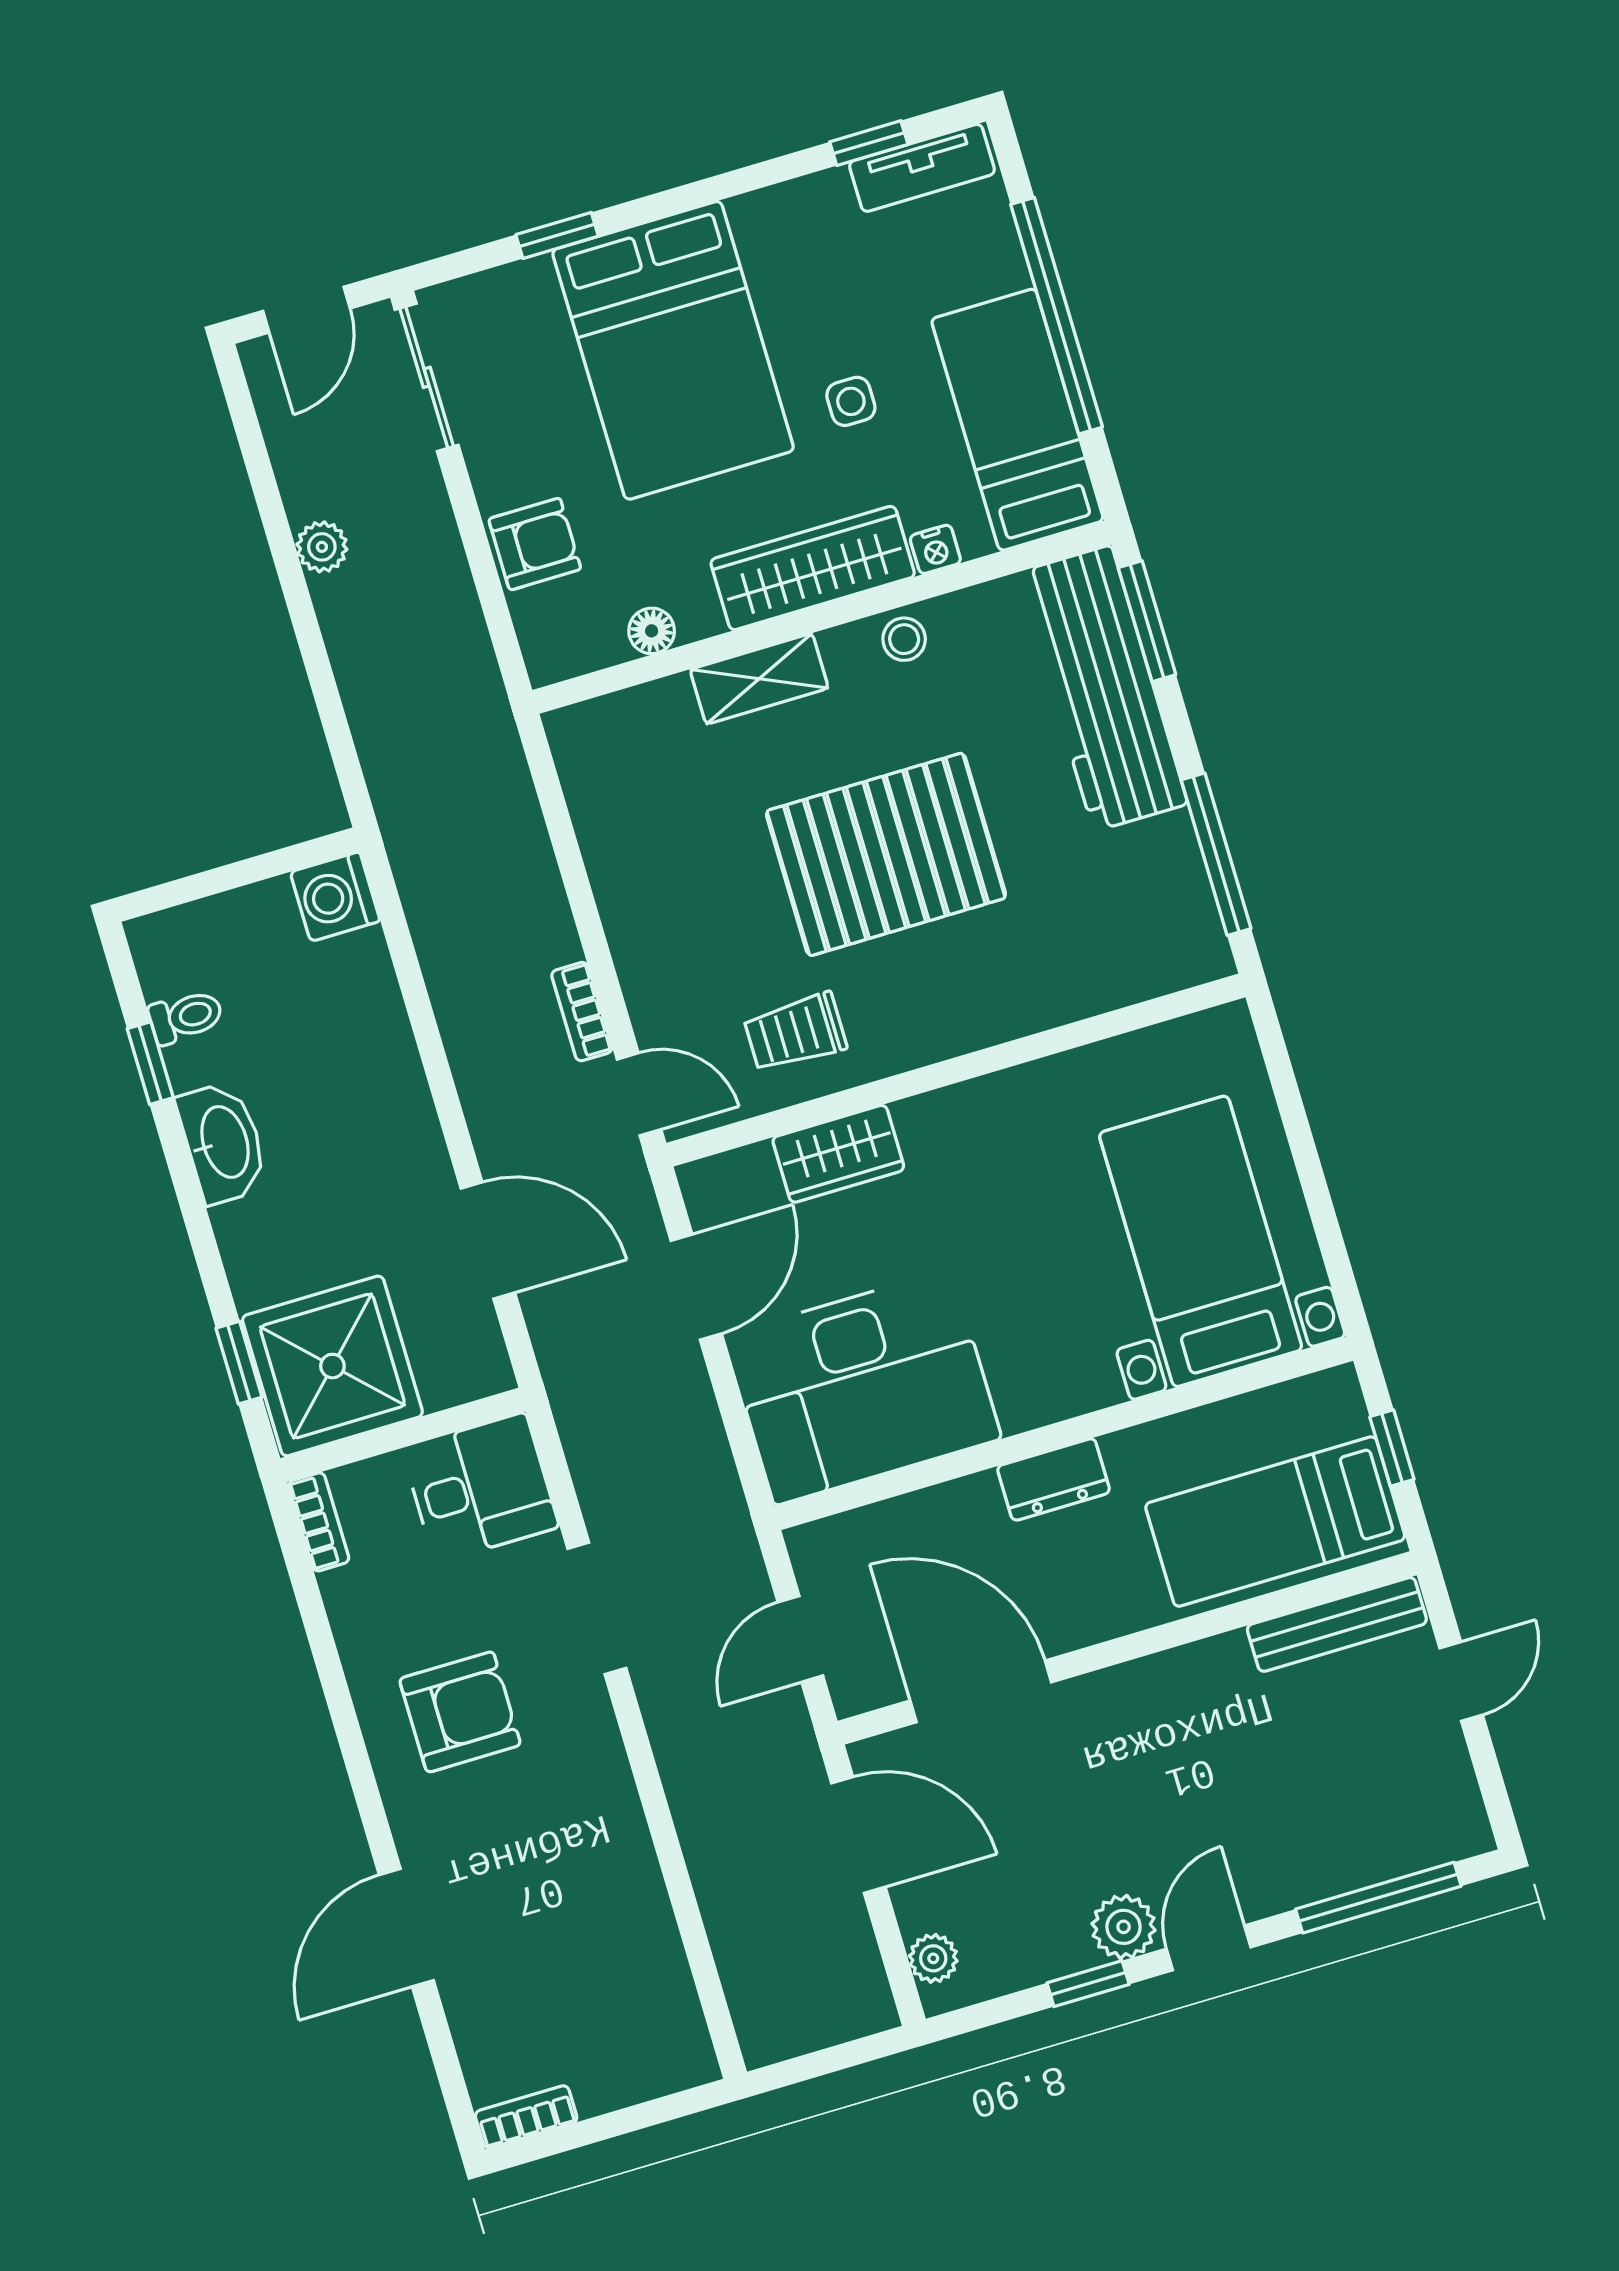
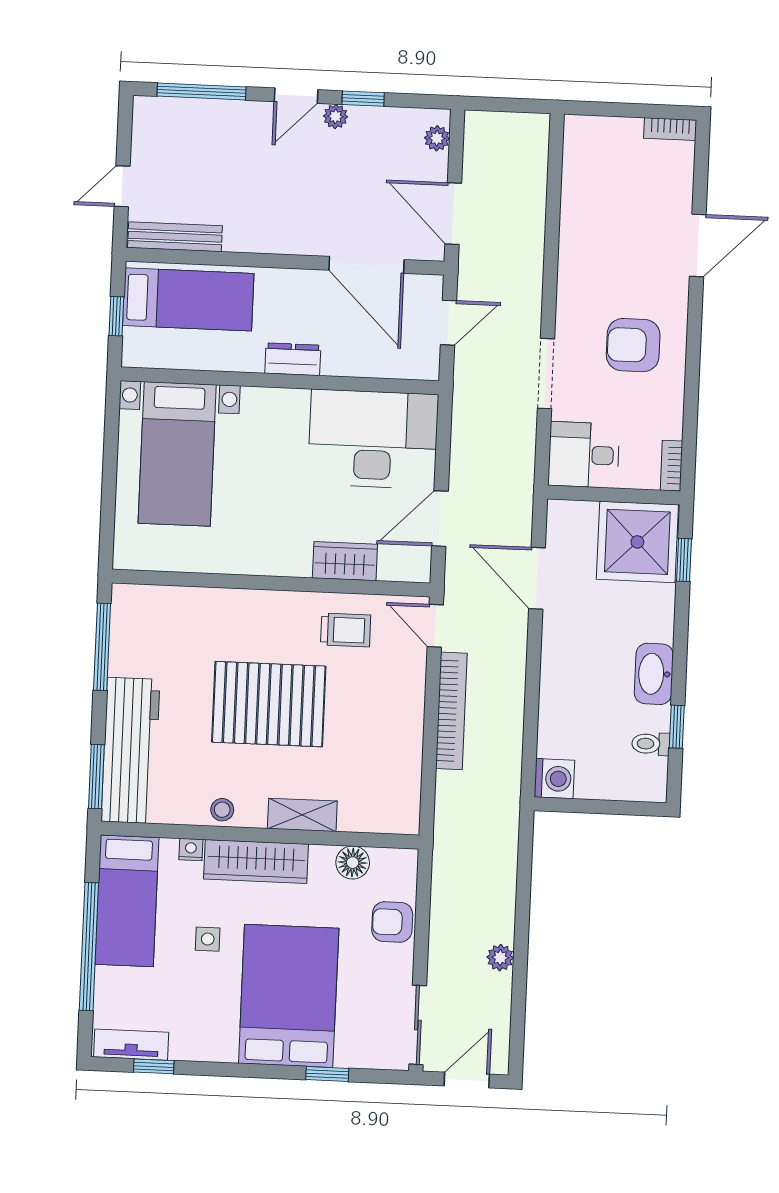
floor lamp: (652, 631) -> (353, 863), width x1.37, depth x1.37
bookcase: (582, 1012) -> (451, 711), width x2.31, depth x1.31
plant: (1124, 1927) -> (336, 116), width x0.73, depth x0.73

